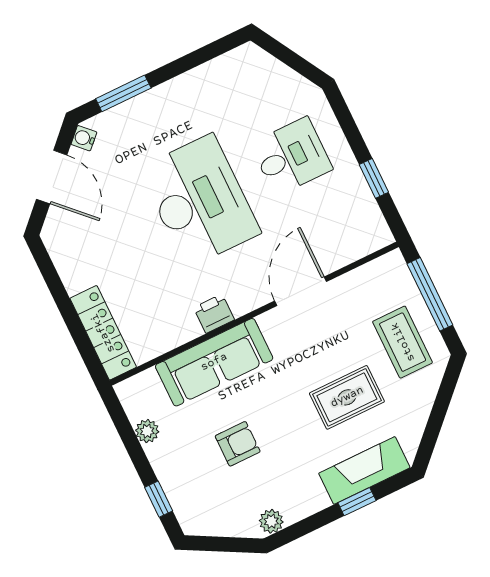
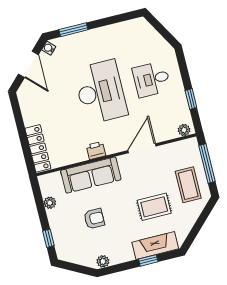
desk: (291, 156) -> (152, 79), turned 180
plant: (373, 240) -> (184, 130), added

